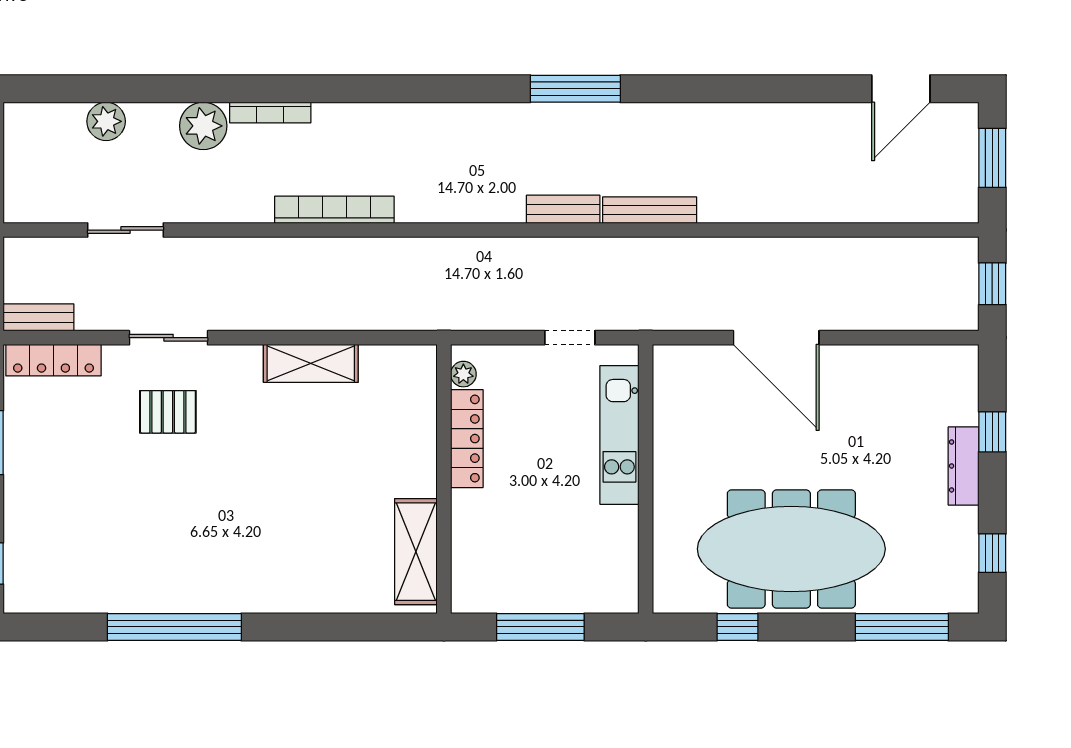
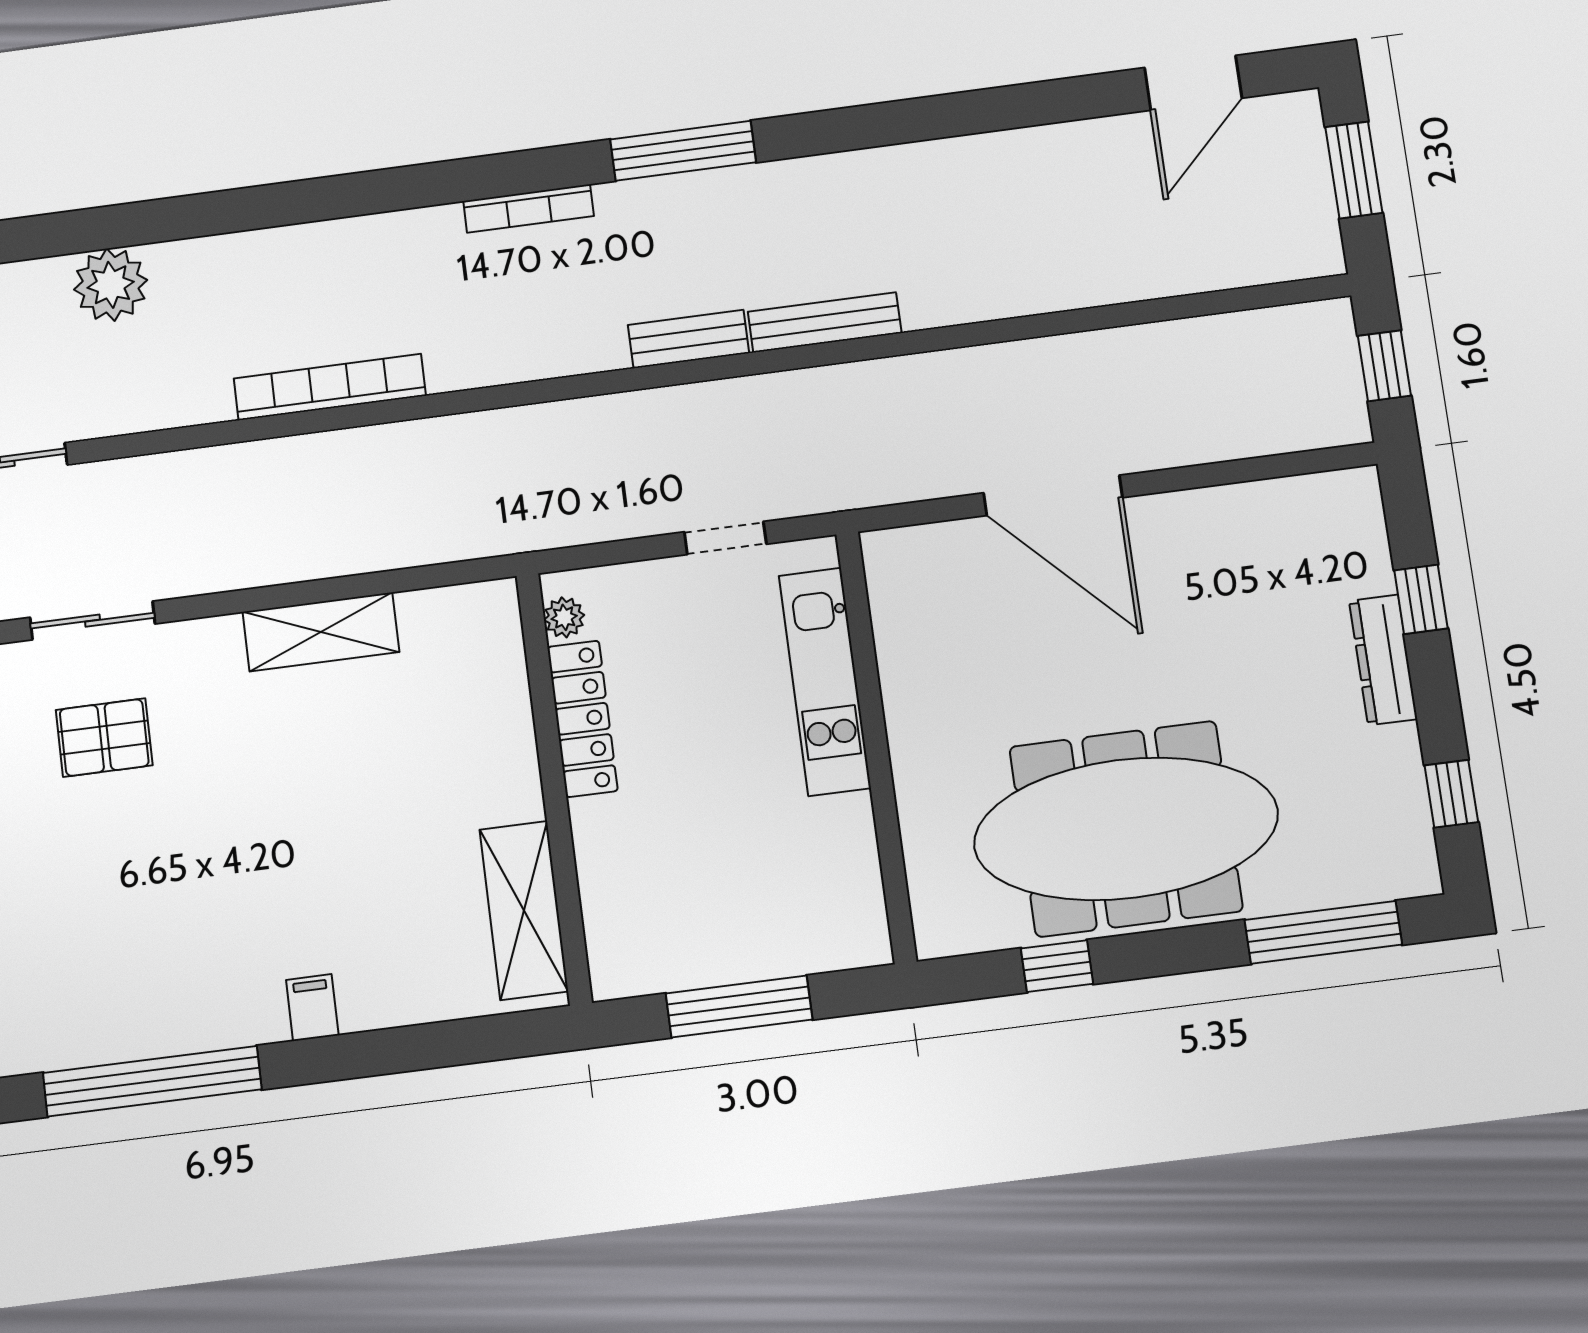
bookcase: (270, 113) -> (529, 208), moved
filing cabinet: (278, 595) -> (312, 1008), added

